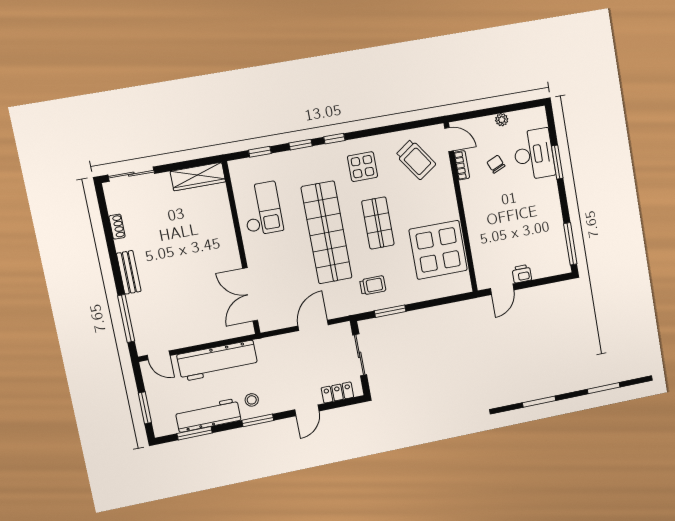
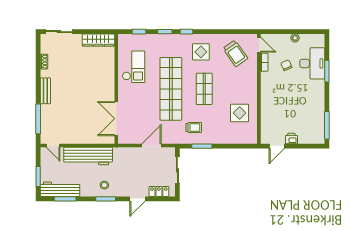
display table: (438, 250) -> (240, 113), width x0.54, depth x0.54
workbench: (208, 415) -> (60, 189), moved

